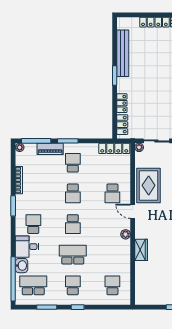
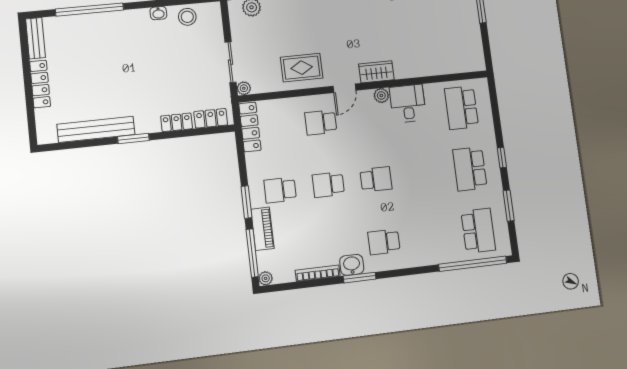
rug: (149, 185) -> (302, 68), width x0.73, depth x0.70
school desk: (73, 193) -> (328, 185), turned 180
school desk: (112, 193) -> (321, 122), turned 180
desk: (27, 247) -> (408, 103), moved, turned 180
wardrobe: (141, 250) -> (376, 72), moved
school desk: (73, 255) -> (423, 174), removed
washbasin: (21, 266) -> (352, 265), moved
school desk: (33, 285) -> (478, 231), turned 180
school desk: (73, 285) -> (470, 169), width x1.85
school desk: (112, 285) -> (461, 108), width x1.85

